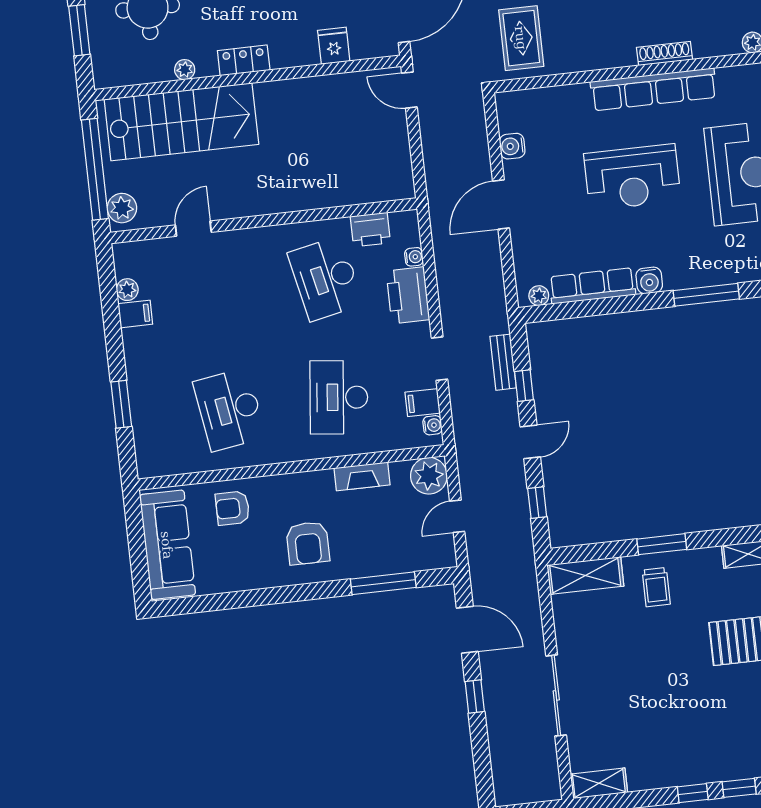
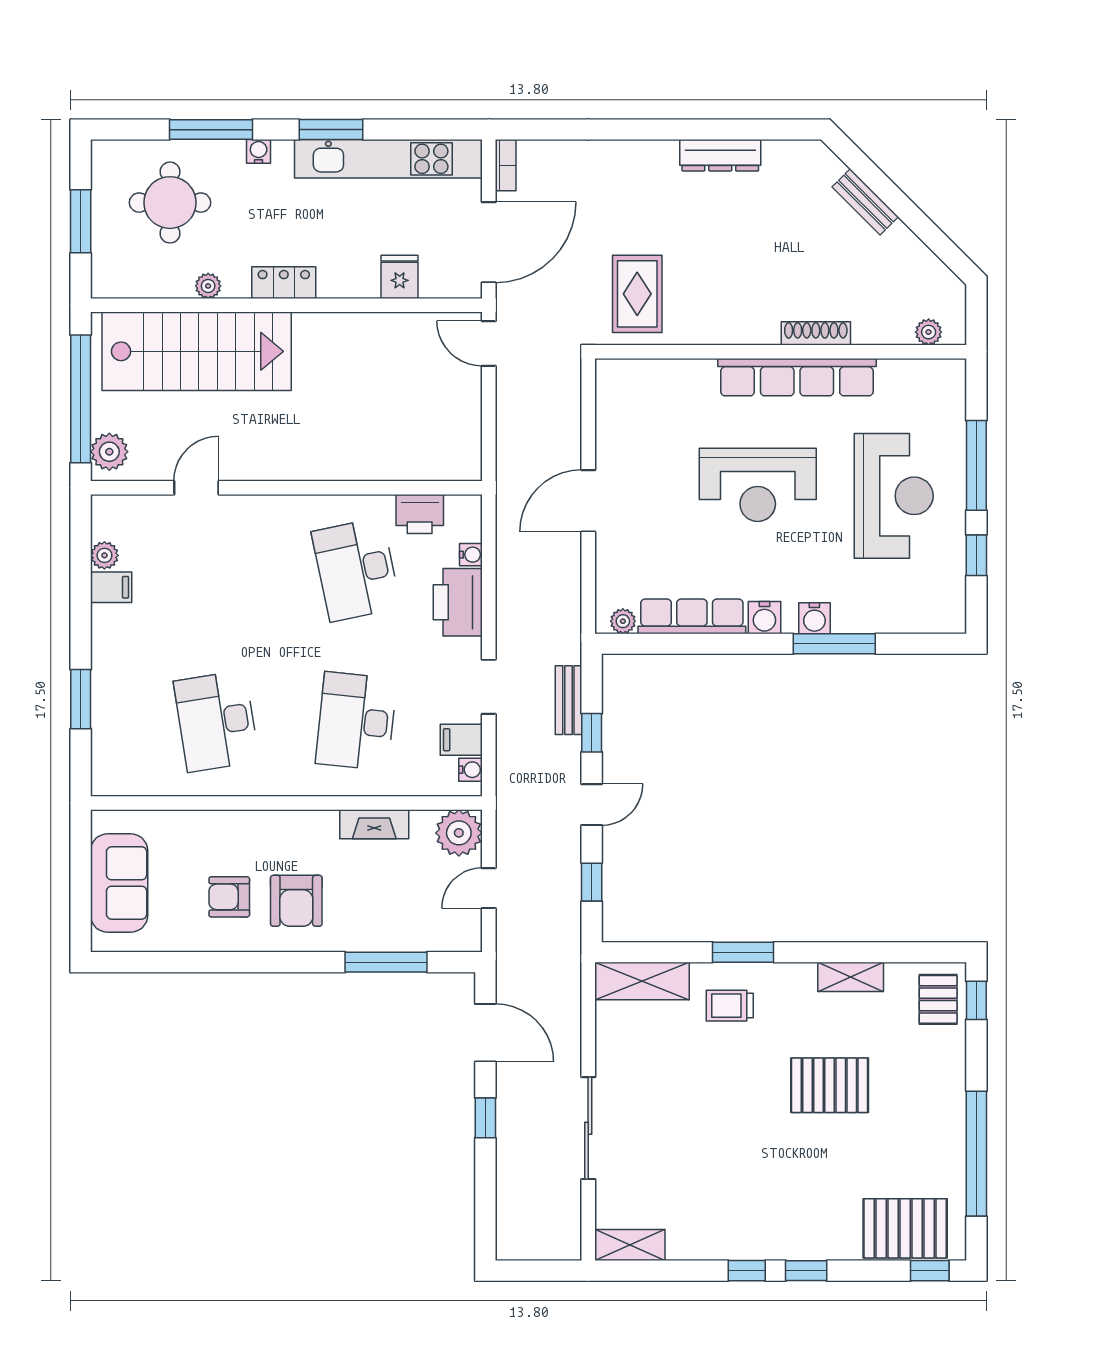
water cooler: (512, 146) -> (814, 618), moved, turned -90
armchair: (232, 508) -> (229, 897), moved
sofa: (167, 545) -> (119, 883), width x0.73
trolley: (656, 587) -> (730, 1006), turned 90

